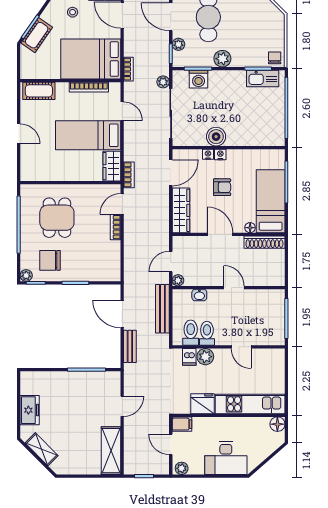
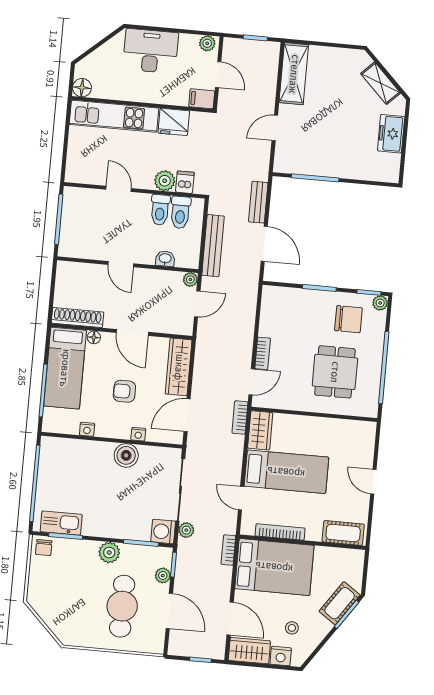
washing machine: (199, 79) -> (163, 531), moved, turned -90
nightstand: (220, 154) -> (87, 429), moved

